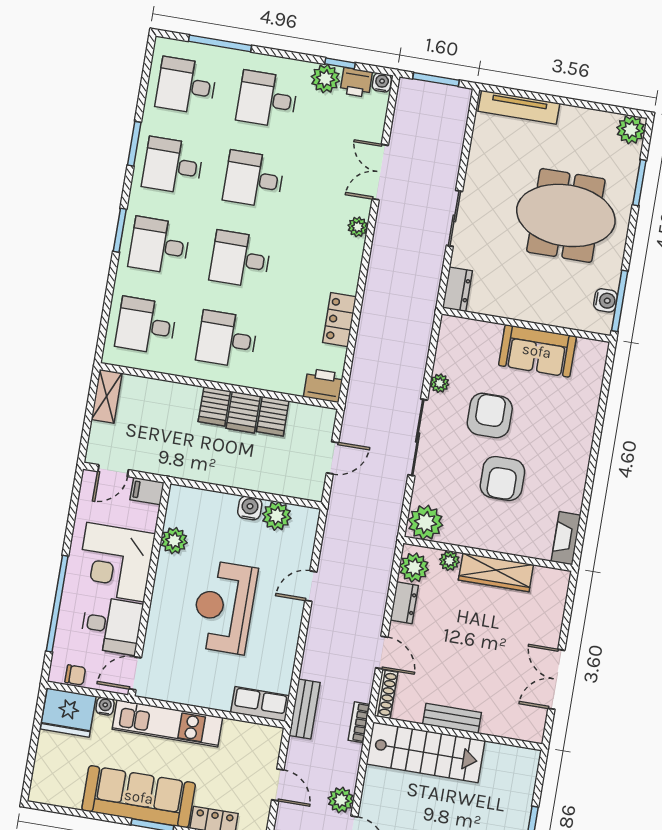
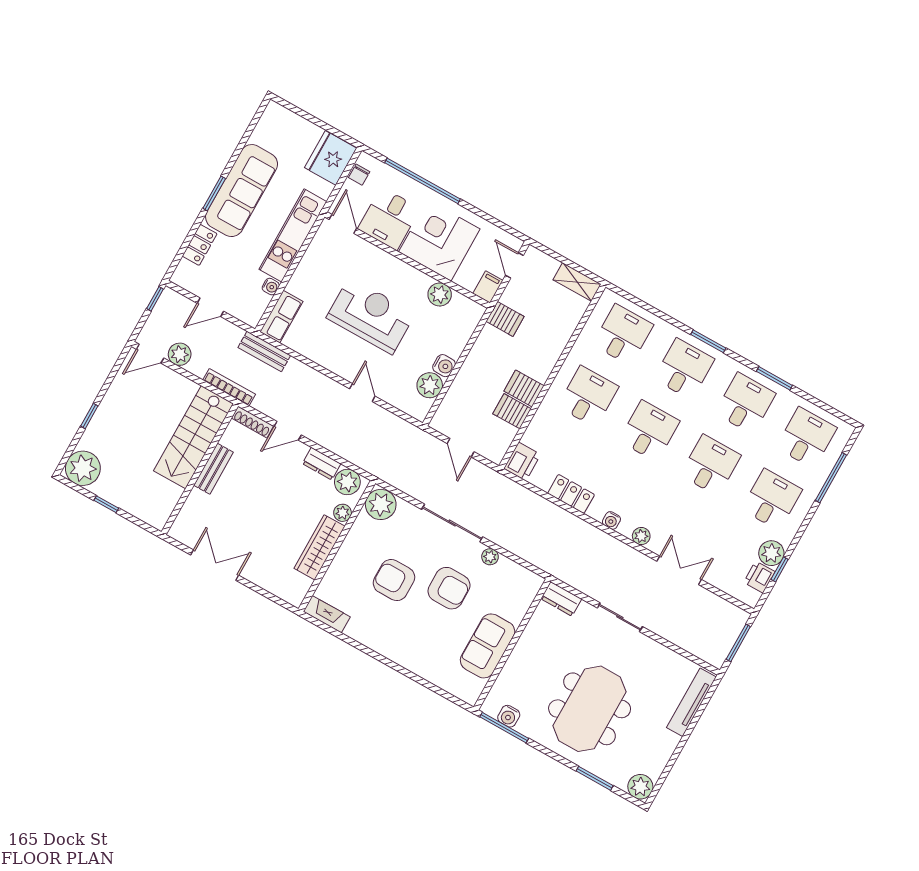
water cooler: (382, 83) -> (611, 520), moved, turned 90
server rack: (214, 406) -> (505, 319), moved, turned 180
water cooler: (105, 706) -> (271, 287), moved
bookcase: (359, 722) -> (229, 387), width x1.56

